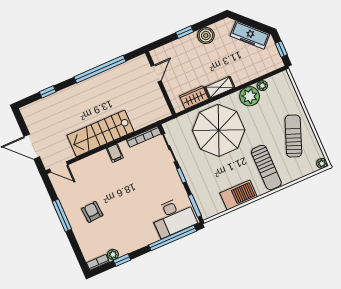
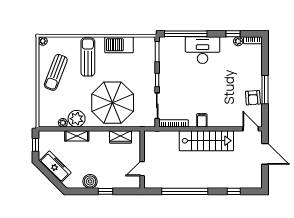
shelving: (220, 87) -> (77, 136), moved
armchair: (92, 212) -> (253, 98), moved
desk: (173, 217) -> (203, 50), moved

